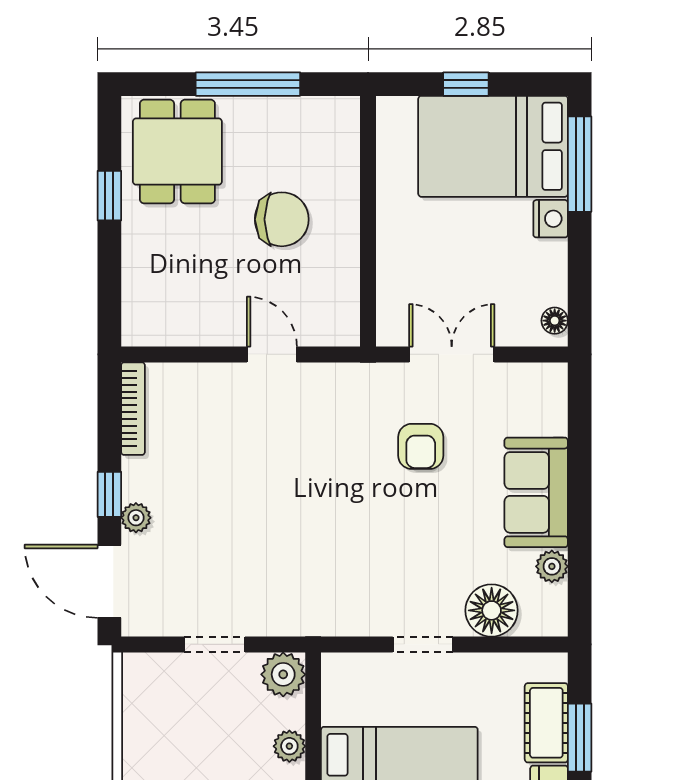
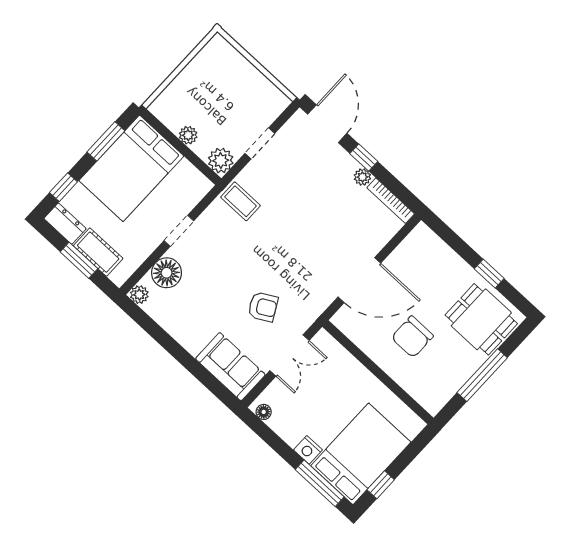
window: (466, 84) -> (381, 485), moved
door: (272, 354) -> (359, 280), width x1.87
armchair: (421, 446) -> (263, 307), turned 151
sofa: (536, 492) -> (230, 367), moved
plant: (136, 518) -> (362, 177), moved
plant: (552, 566) -> (139, 295), moved
door: (109, 581) -> (327, 124), hinge flipped
coffee table: (312, 600) -> (241, 201), added

